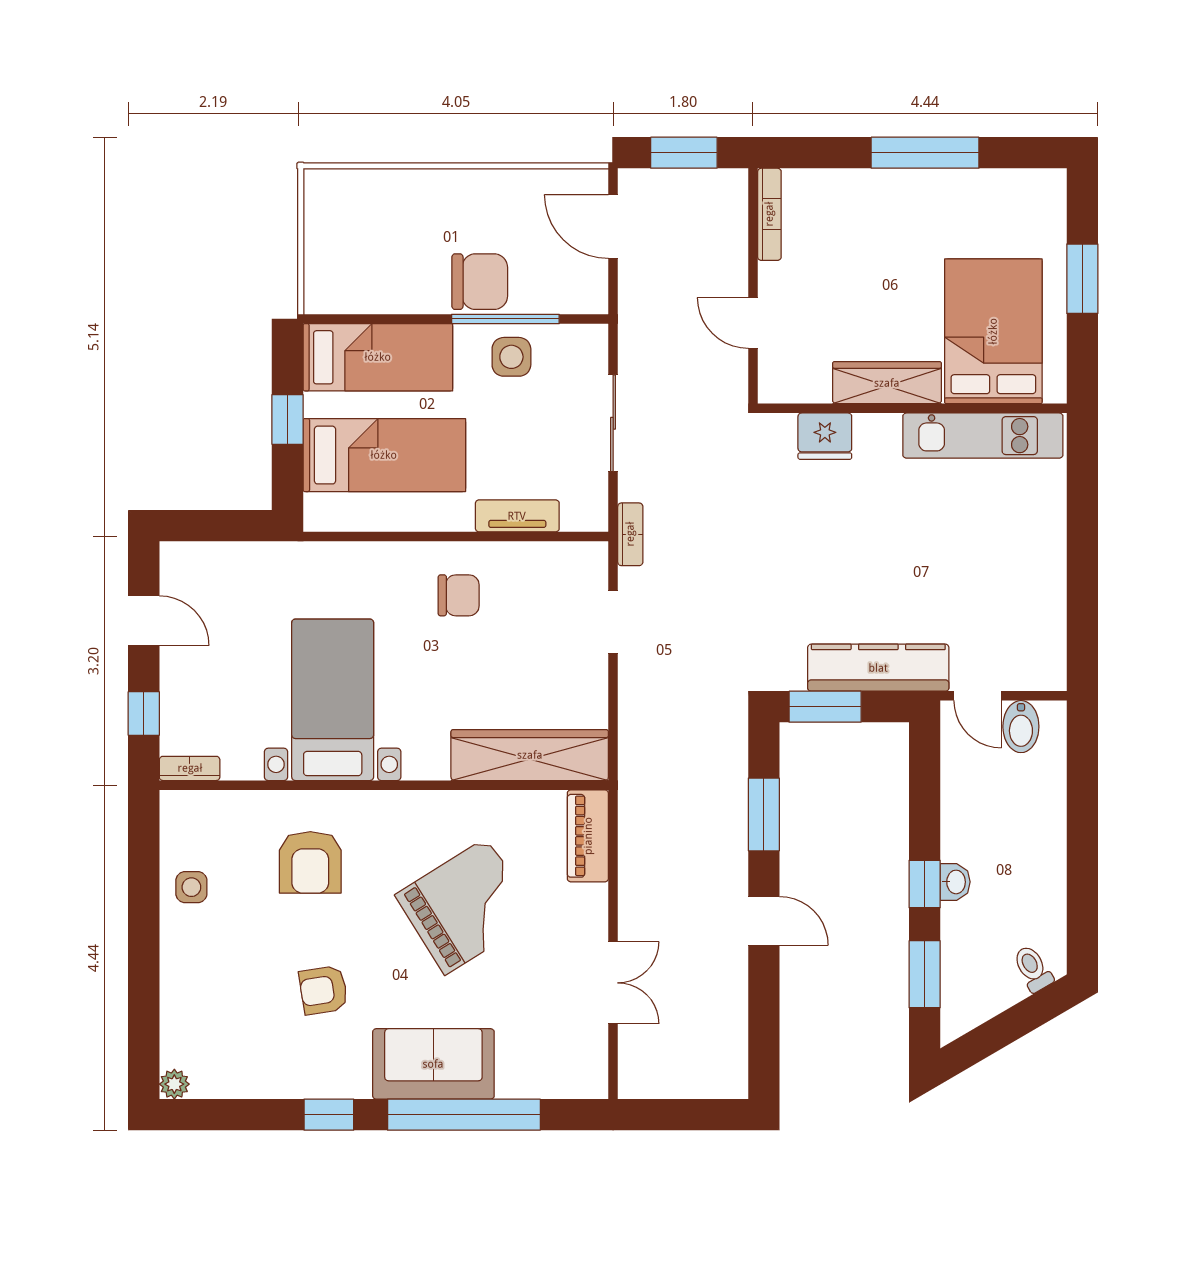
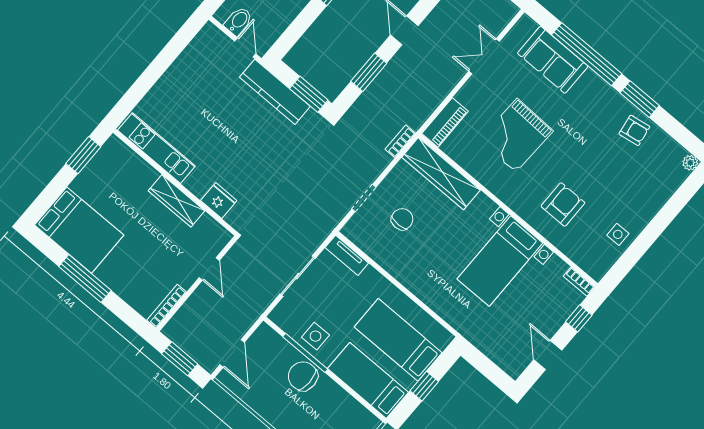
window: (1082, 279) -> (83, 155), moved
bed: (993, 331) -> (79, 230), moved, turned -90
tv unit: (517, 516) -> (347, 255), moved
bookcase: (630, 534) -> (400, 141), moved
chair: (459, 595) -> (402, 219), moved, turned 90
grand piano: (466, 906) -> (516, 135), turned -56
armchair: (323, 990) -> (634, 130), moved
sofa: (433, 1064) -> (553, 60), moved
window: (329, 1115) -> (640, 99), width x1.50

